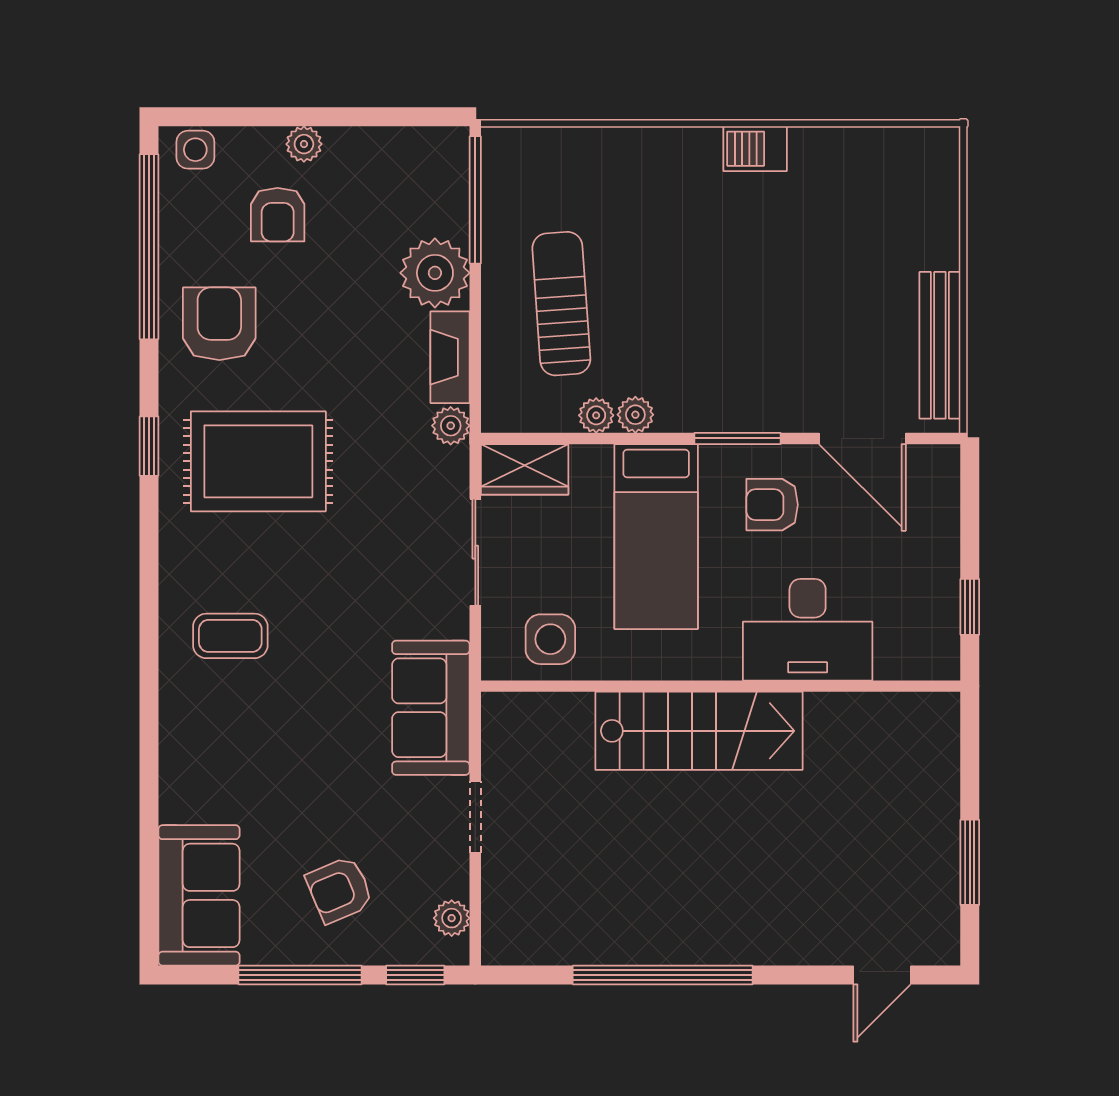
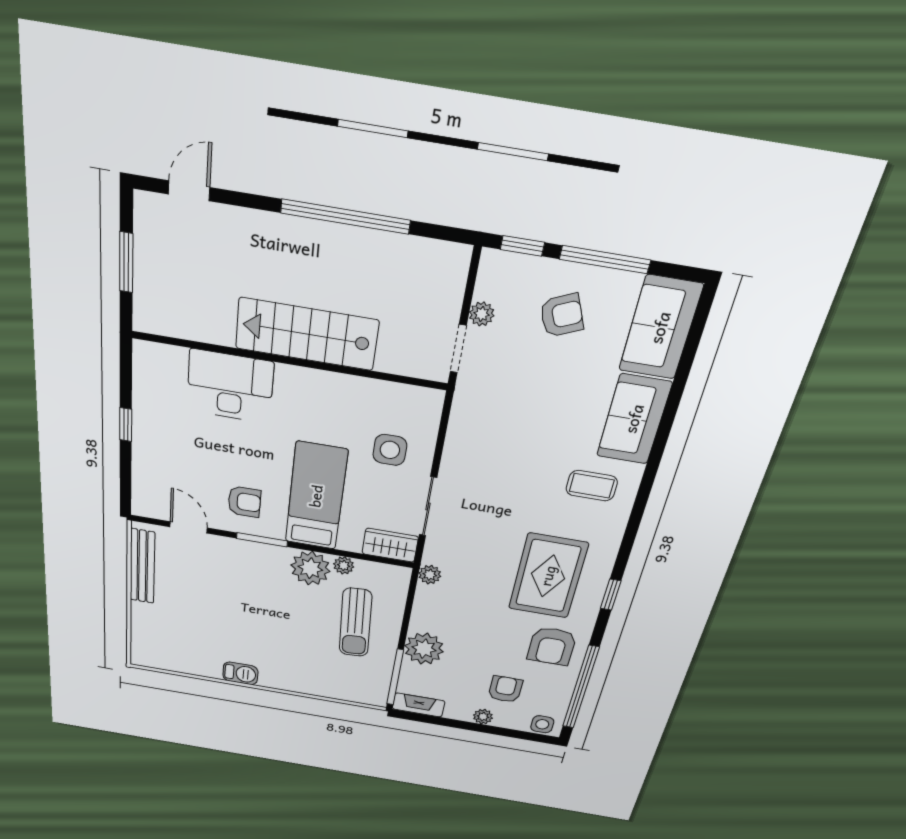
fireplace: (450, 357) -> (419, 705), moved, turned -90
plant: (635, 415) -> (310, 568), width x1.88, depth x1.88
door: (862, 438) -> (189, 527), width x0.73
rug: (258, 461) -> (548, 576), turned 90
desk: (808, 630) -> (230, 386), moved
wall: (721, 686) -> (289, 361), moved
sofa: (431, 708) -> (634, 419), moved, turned 180
stairs: (699, 731) -> (307, 334), moved
plant: (452, 918) -> (482, 314), moved

